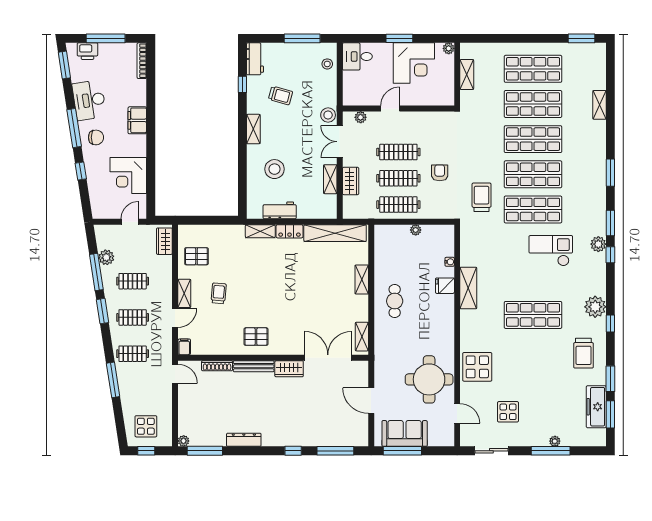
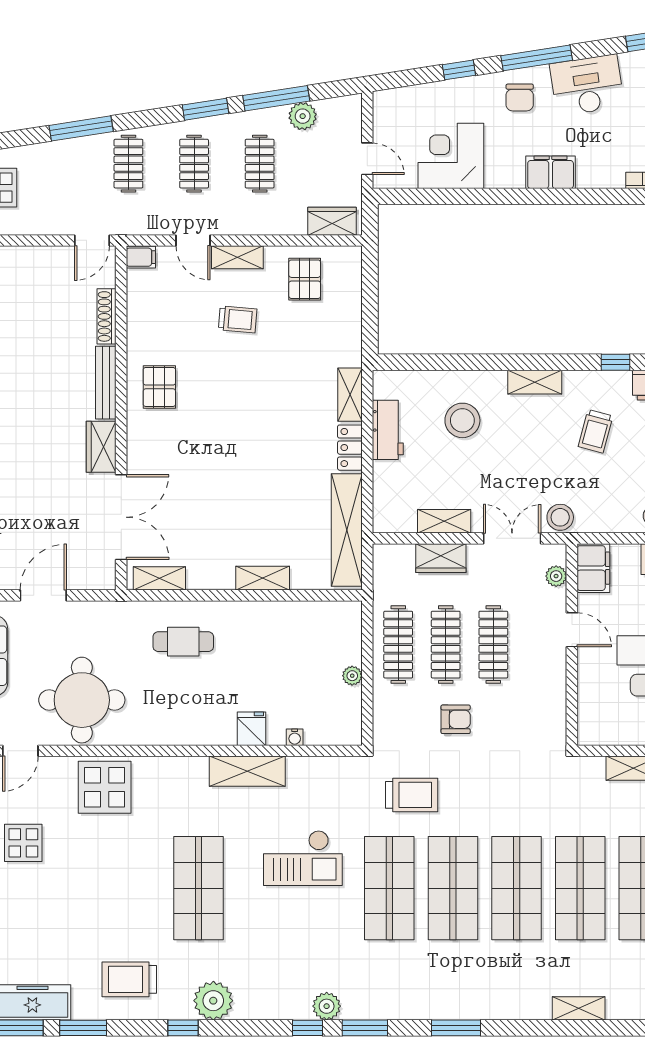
filing cabinet: (356, 97) -> (593, 568), added
checkout: (551, 251) -> (303, 858), moved, turned 90
cafe table: (395, 301) -> (183, 642), moved

